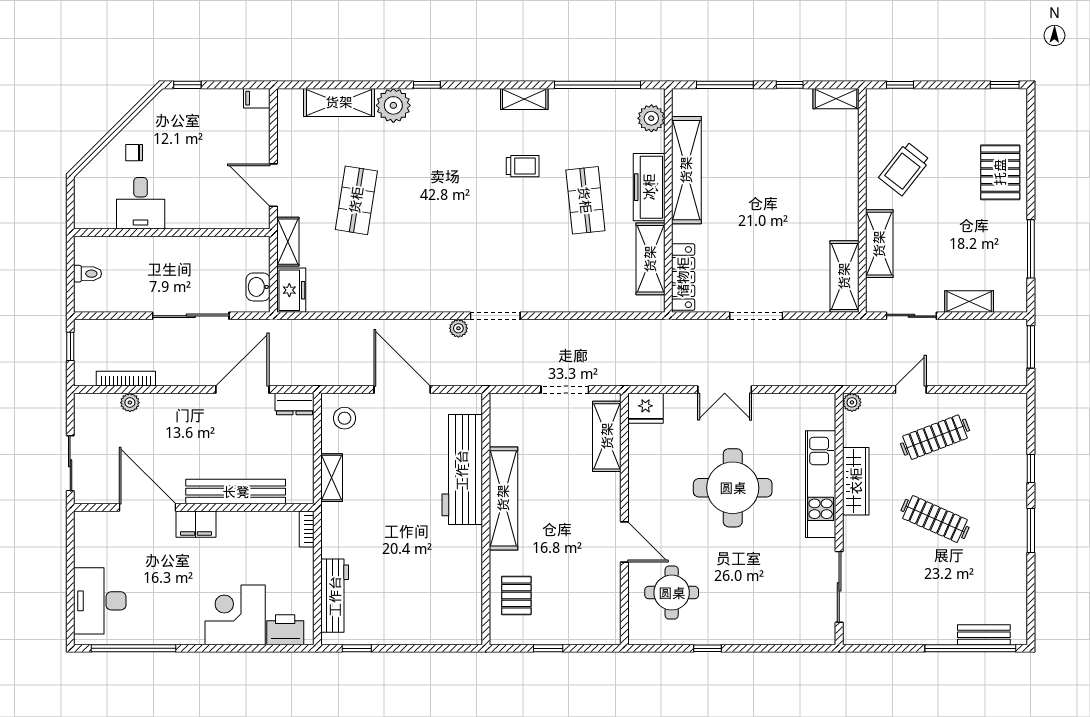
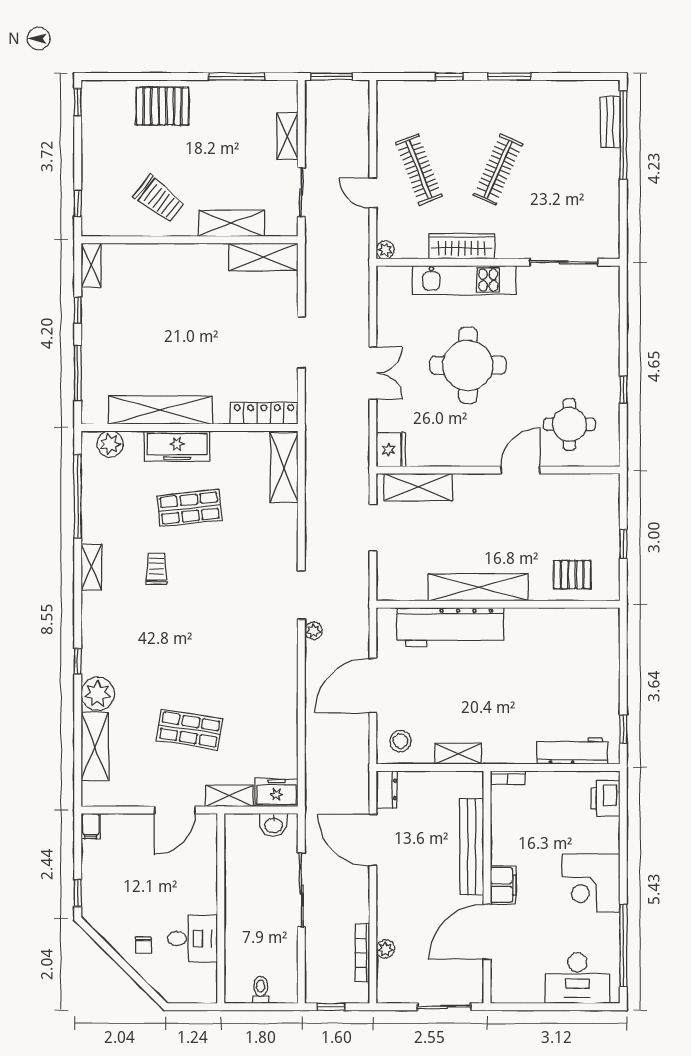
shelving: (650, 259) -> (284, 468), moved, turned 90
corner desk: (235, 615) -> (591, 883), moved

